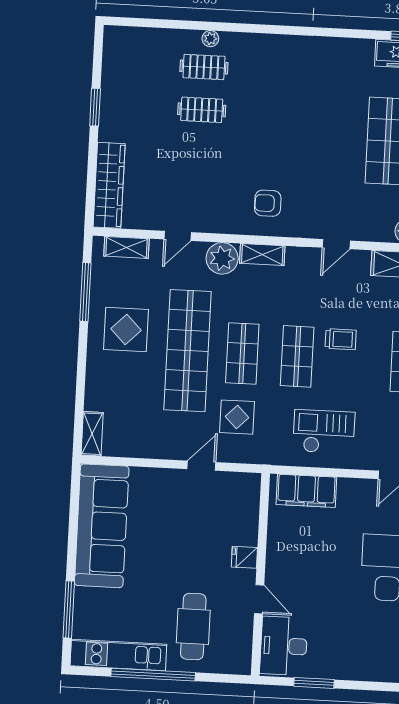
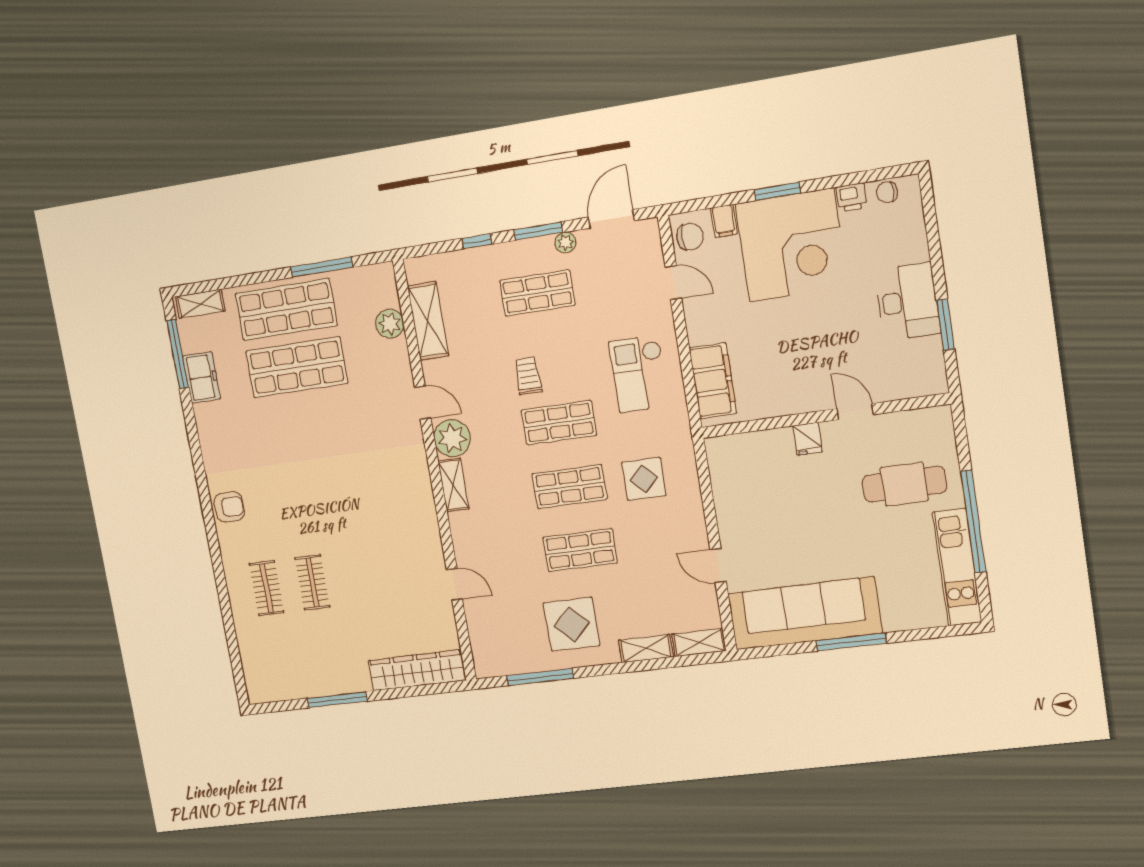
plant: (210, 39) -> (235, 587), removed
window: (95, 107) -> (337, 700), width x1.44
armchair: (268, 203) -> (229, 507), moved, turned -90
shelving: (126, 247) -> (646, 648), moved, turned 90
plant: (222, 258) -> (452, 438), moved
shop shelf: (188, 351) -> (580, 550), width x0.50, depth x0.74
door: (201, 466) -> (718, 566), moved
door: (259, 599) -> (855, 412), hinge flipped
window: (69, 609) -> (851, 642), moved
desk: (284, 646) -> (907, 302), moved, turned -90

